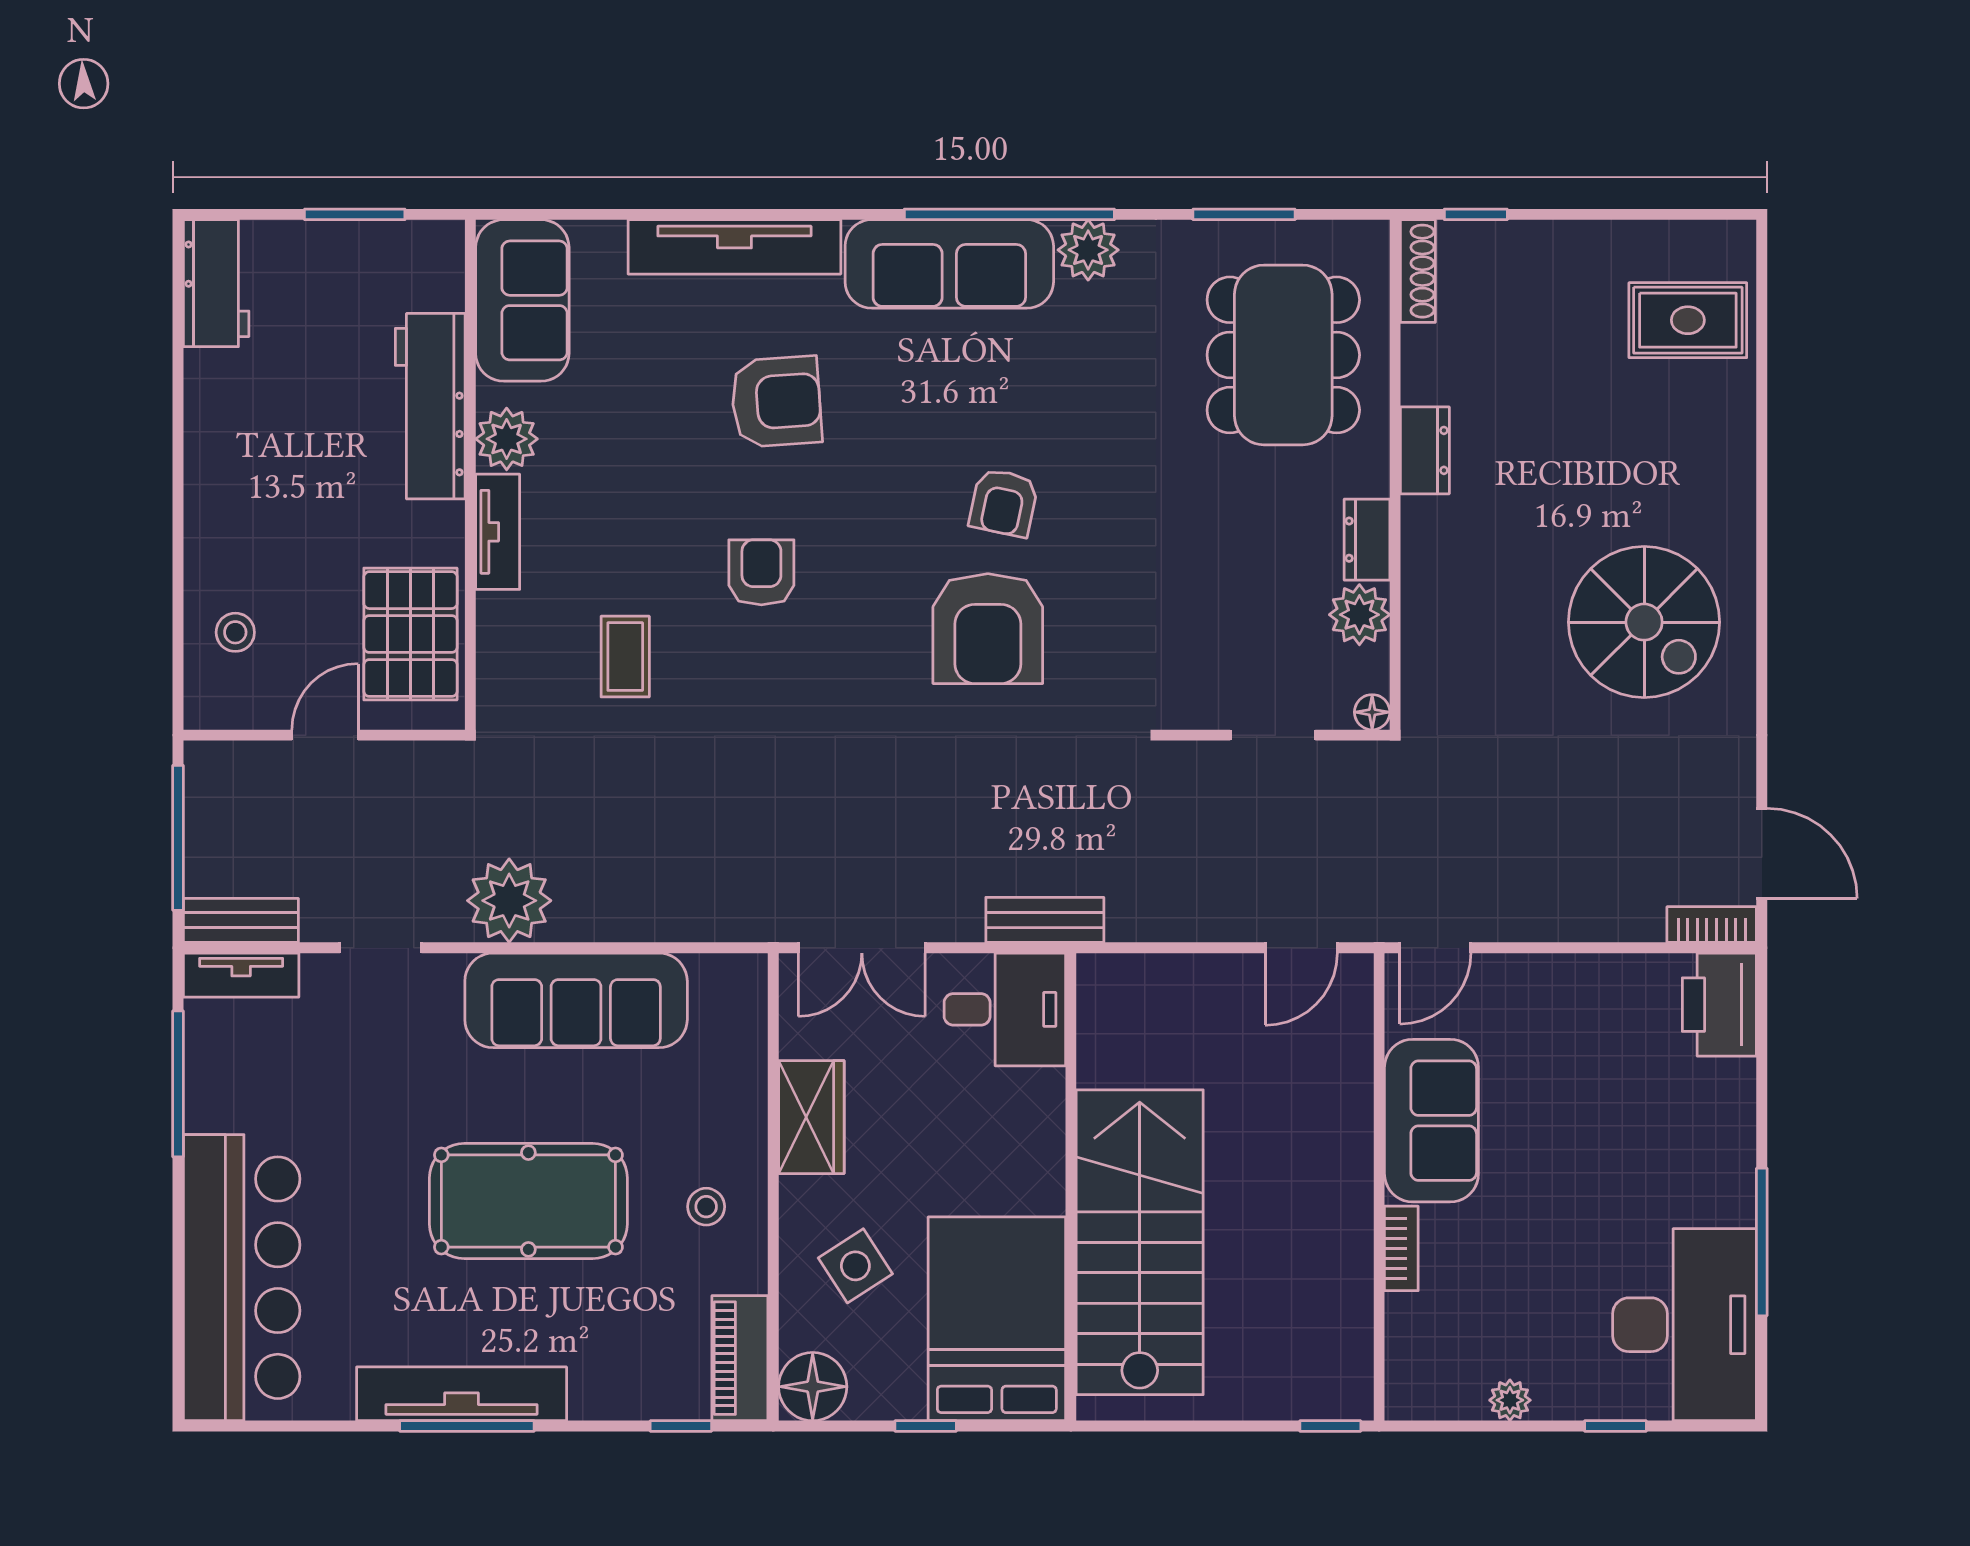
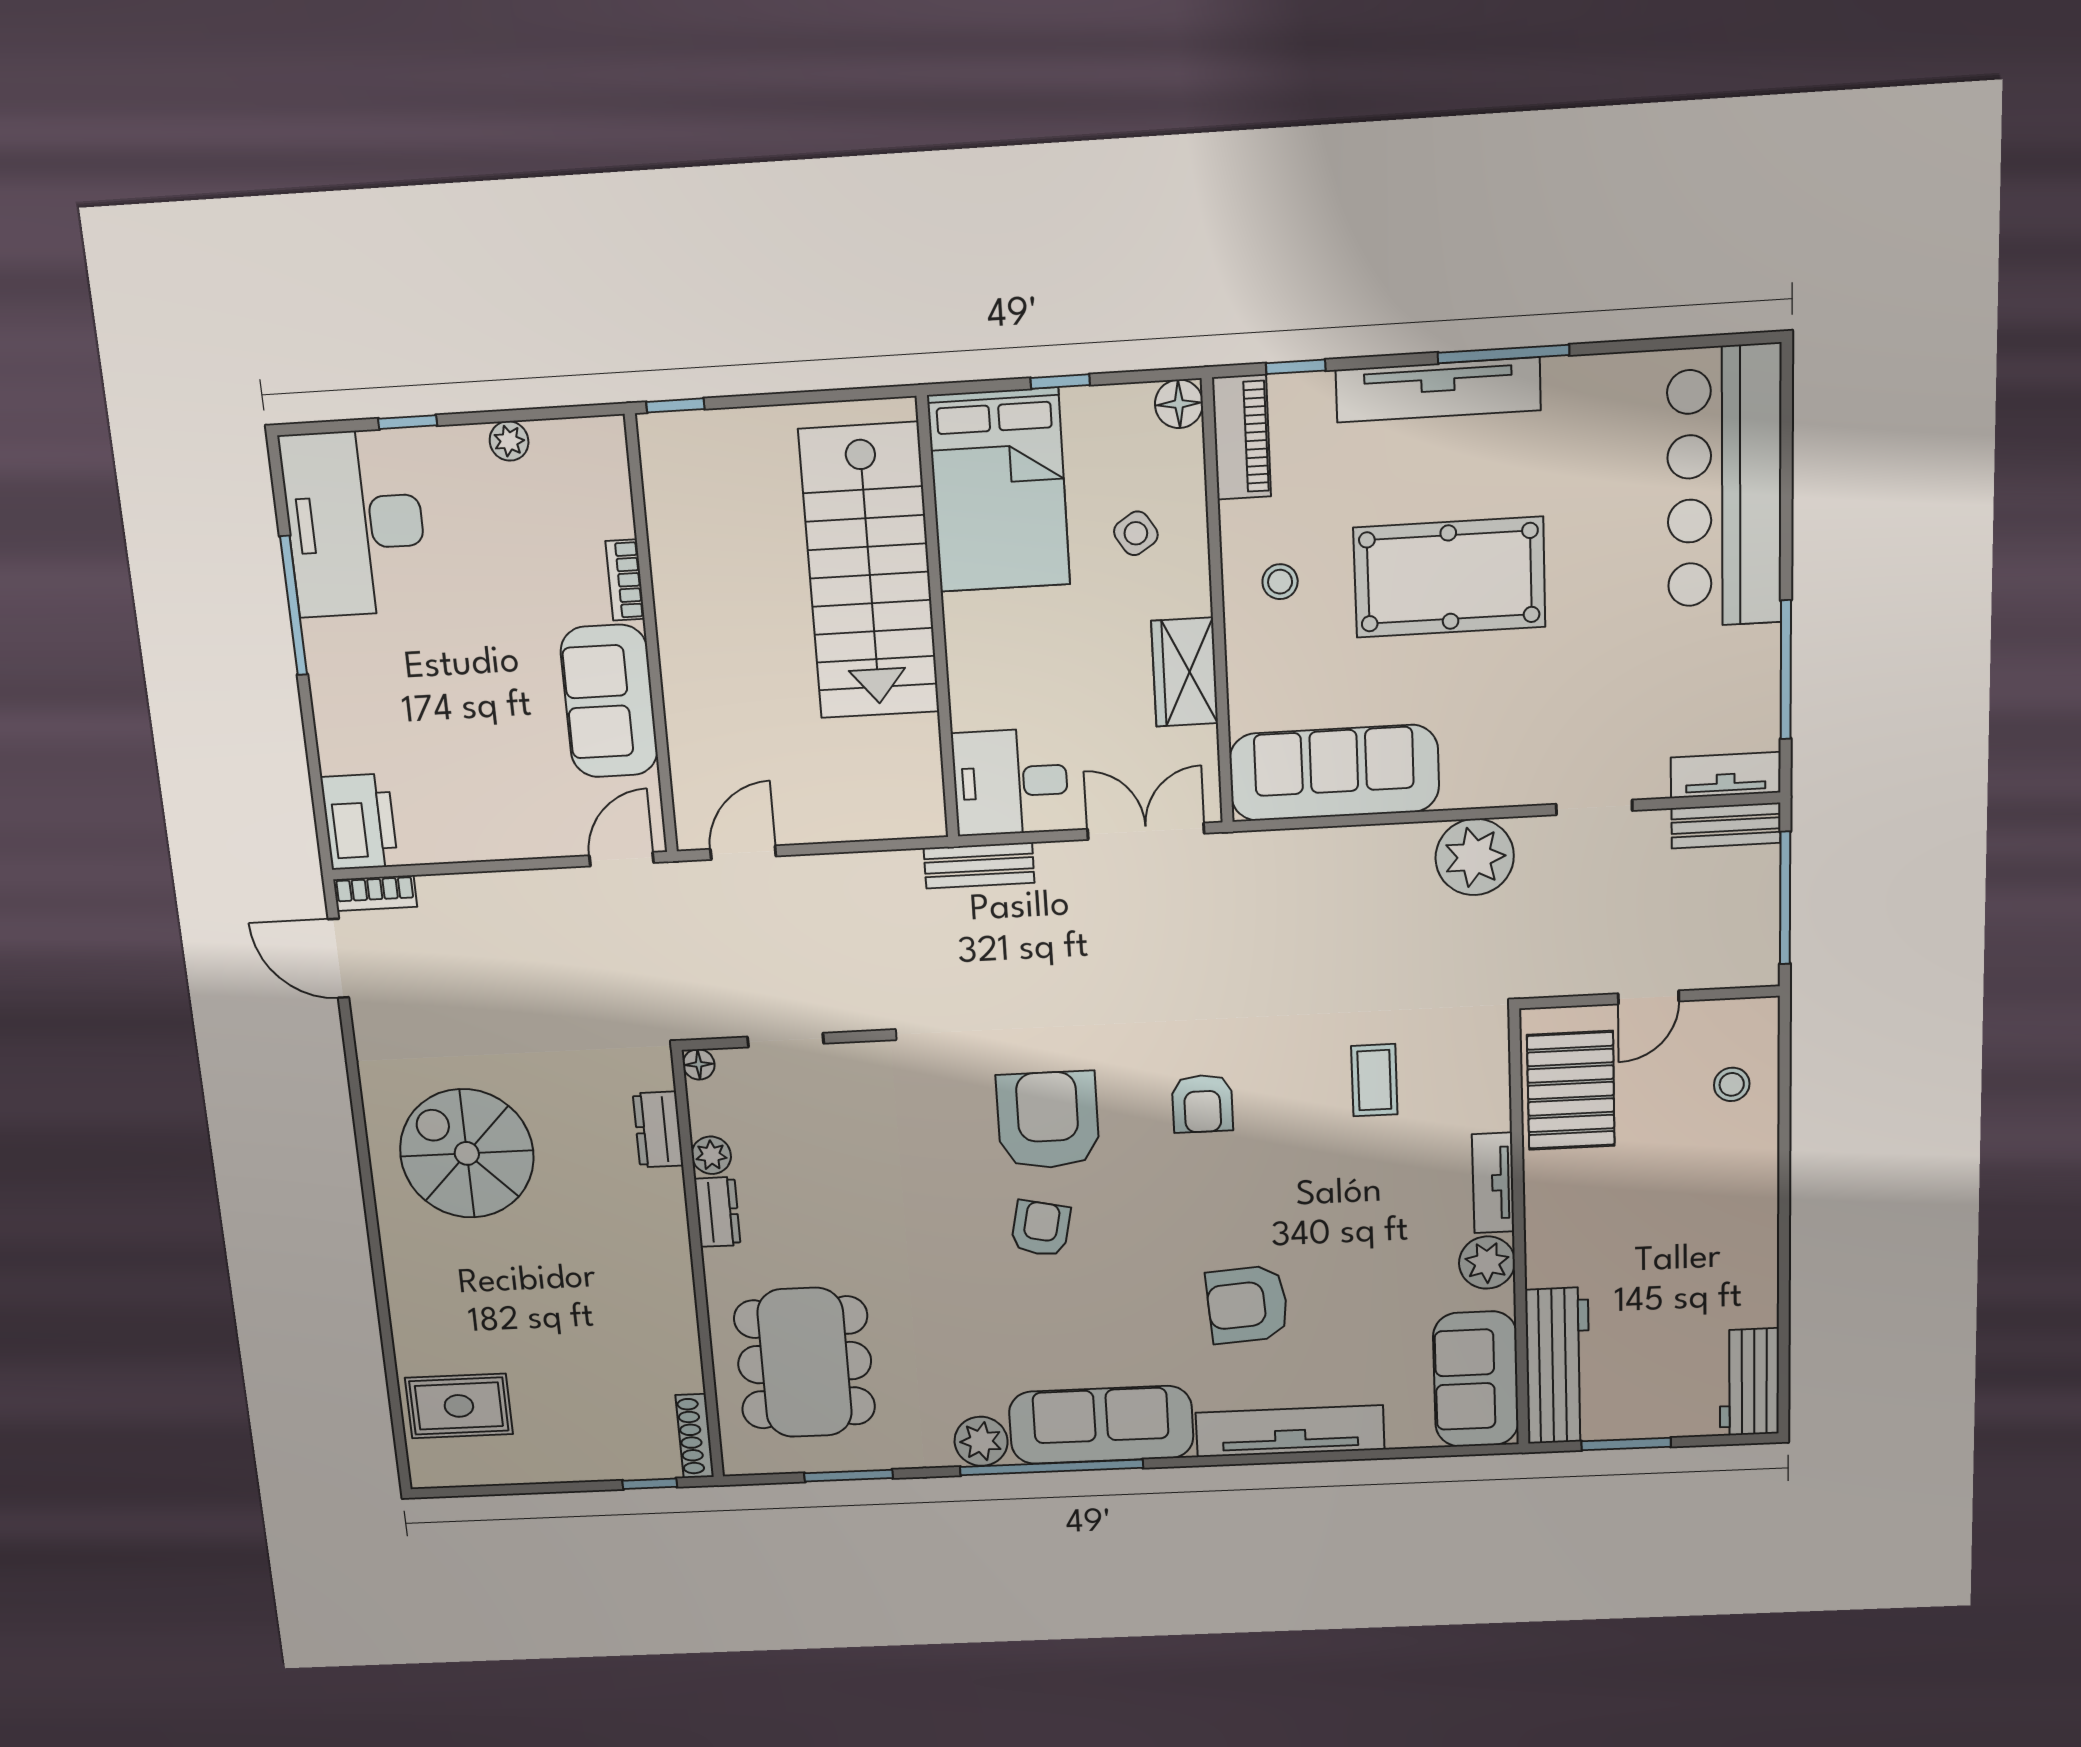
workbench: (430, 406) -> (1558, 1366), moved
dresser: (1425, 450) -> (658, 1129), moved
armchair: (761, 572) -> (1202, 1104), moved
plant: (1359, 615) -> (711, 1155), width x0.73, depth x0.73
sofa: (576, 1000) -> (1334, 773), moved
side table: (855, 1266) -> (1136, 533), width x0.73, depth x0.73
floor lamp: (813, 1387) -> (1179, 404), width x0.73, depth x0.73
tv unit: (462, 1394) -> (1438, 390), moved

